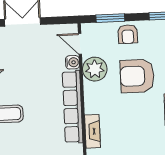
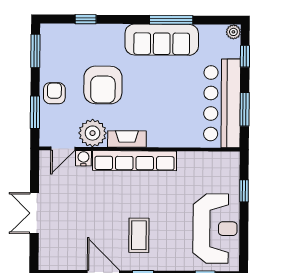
armchair: (128, 34) -> (54, 93), turned -89
fireplace: (92, 131) -> (127, 139), moved

